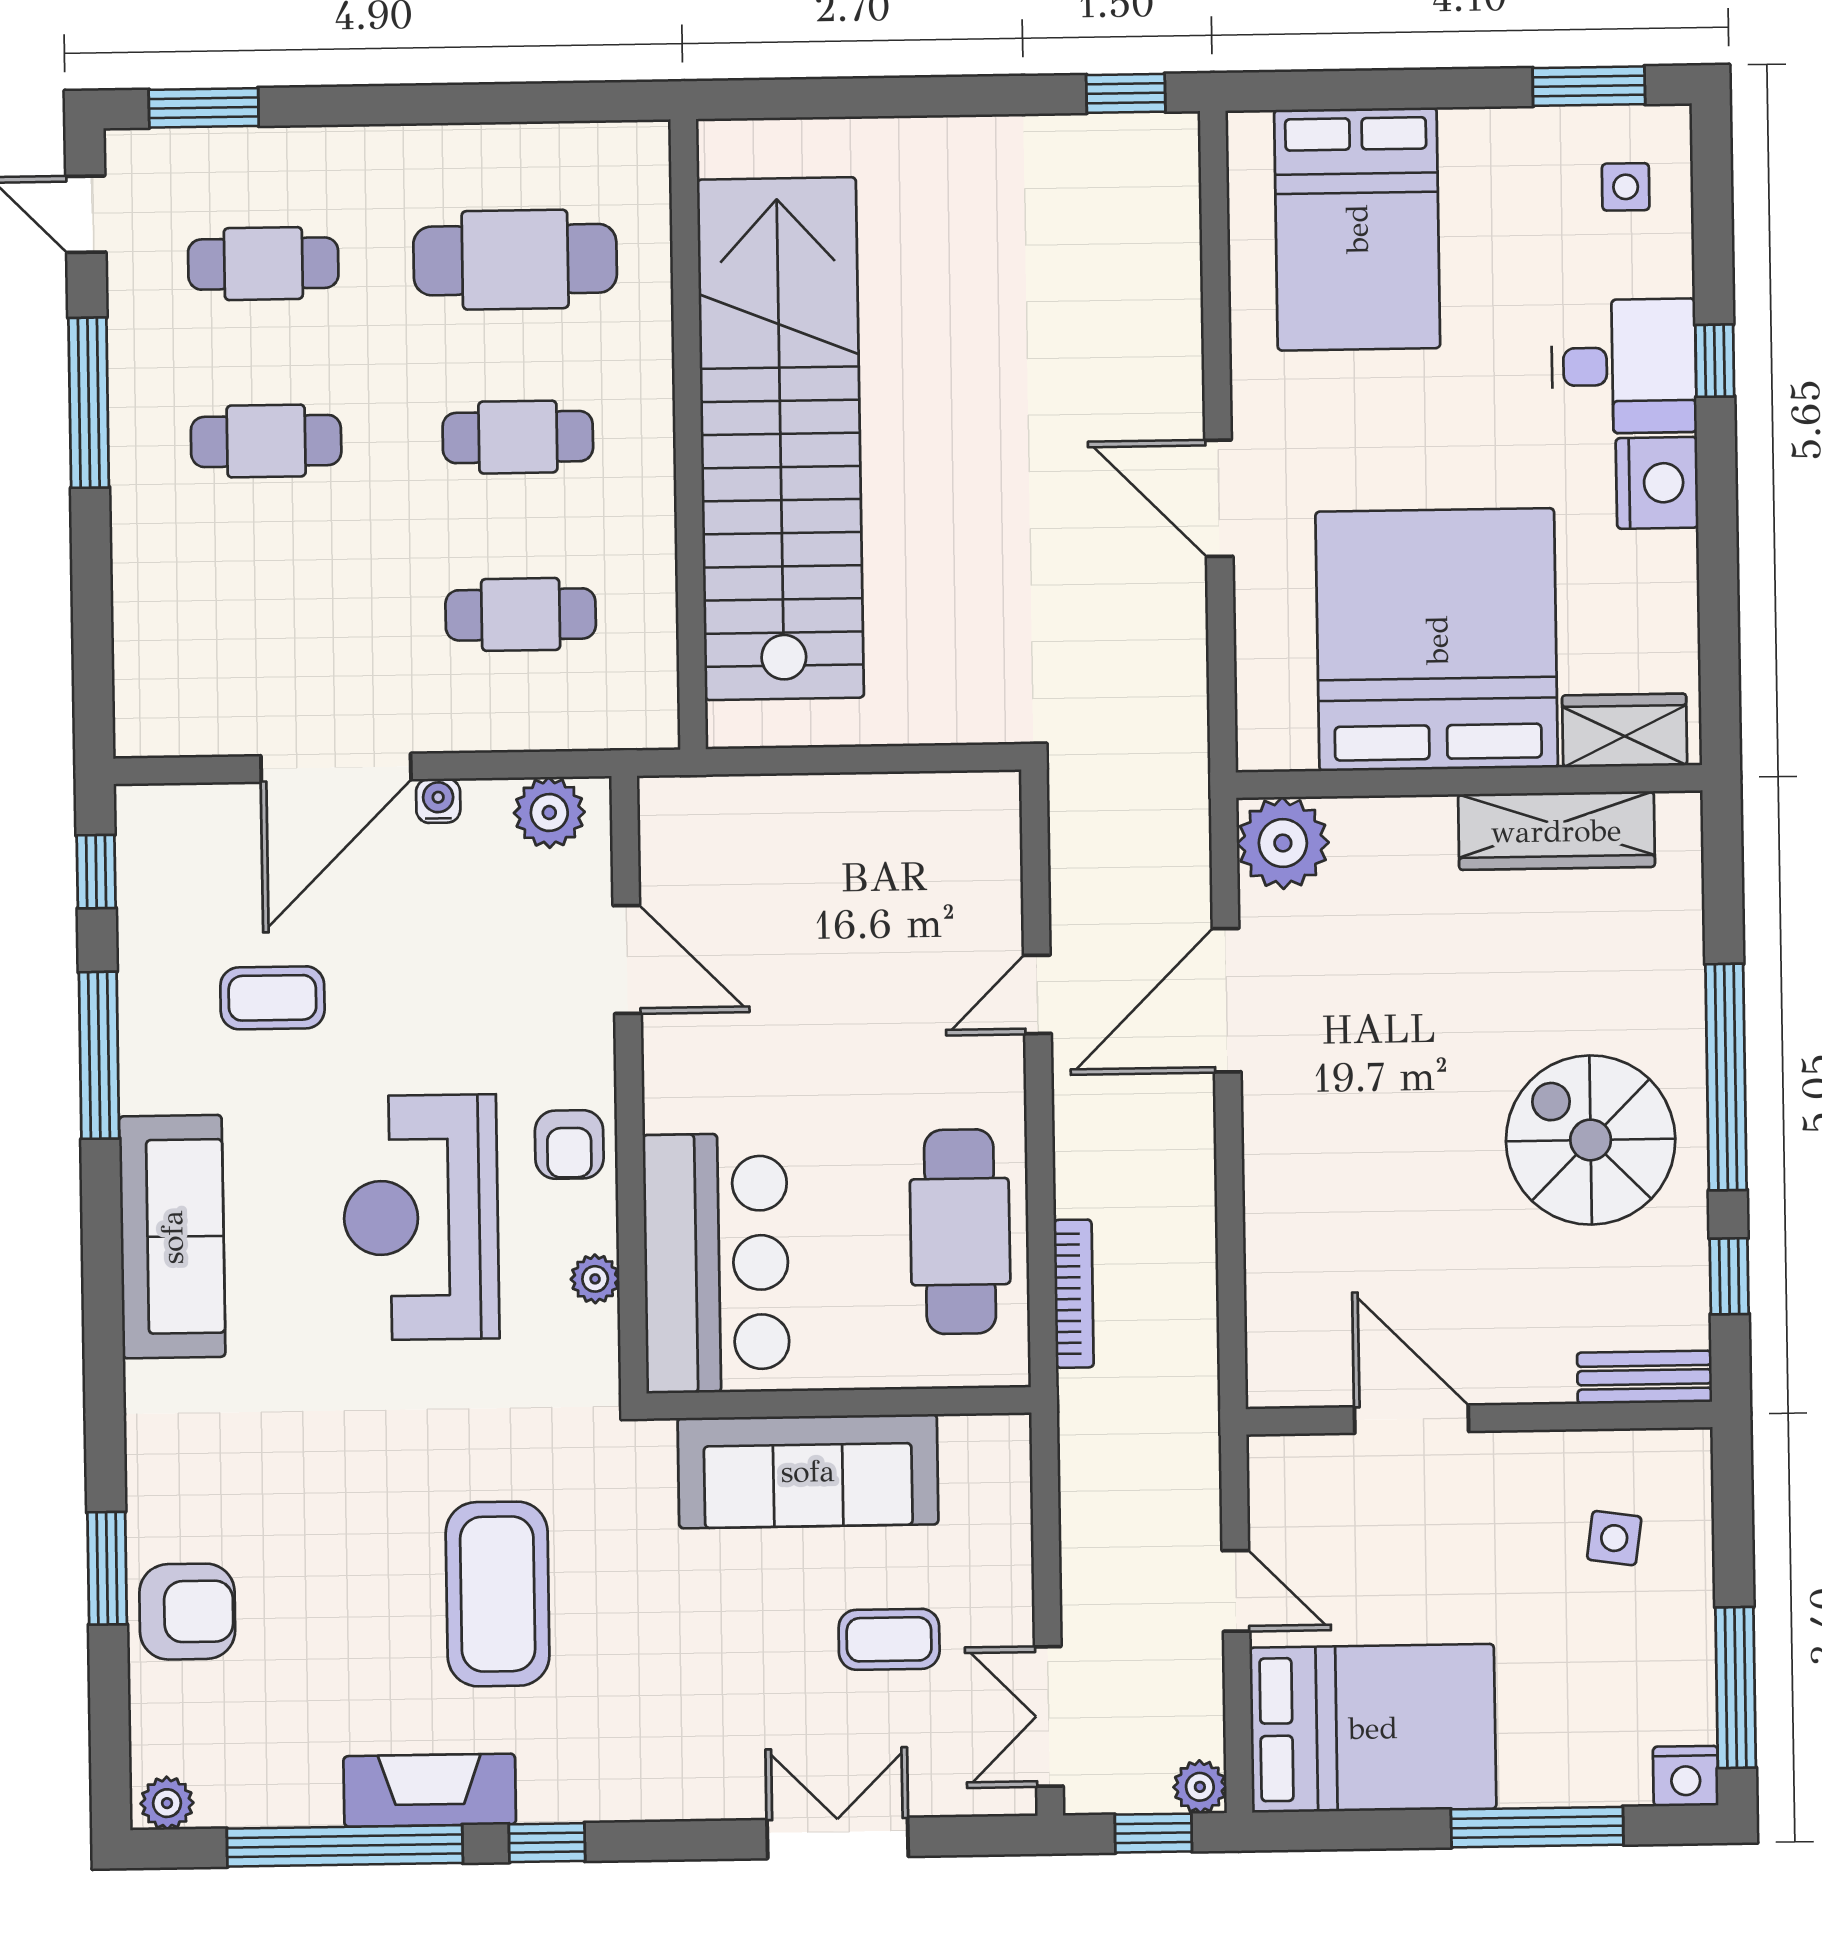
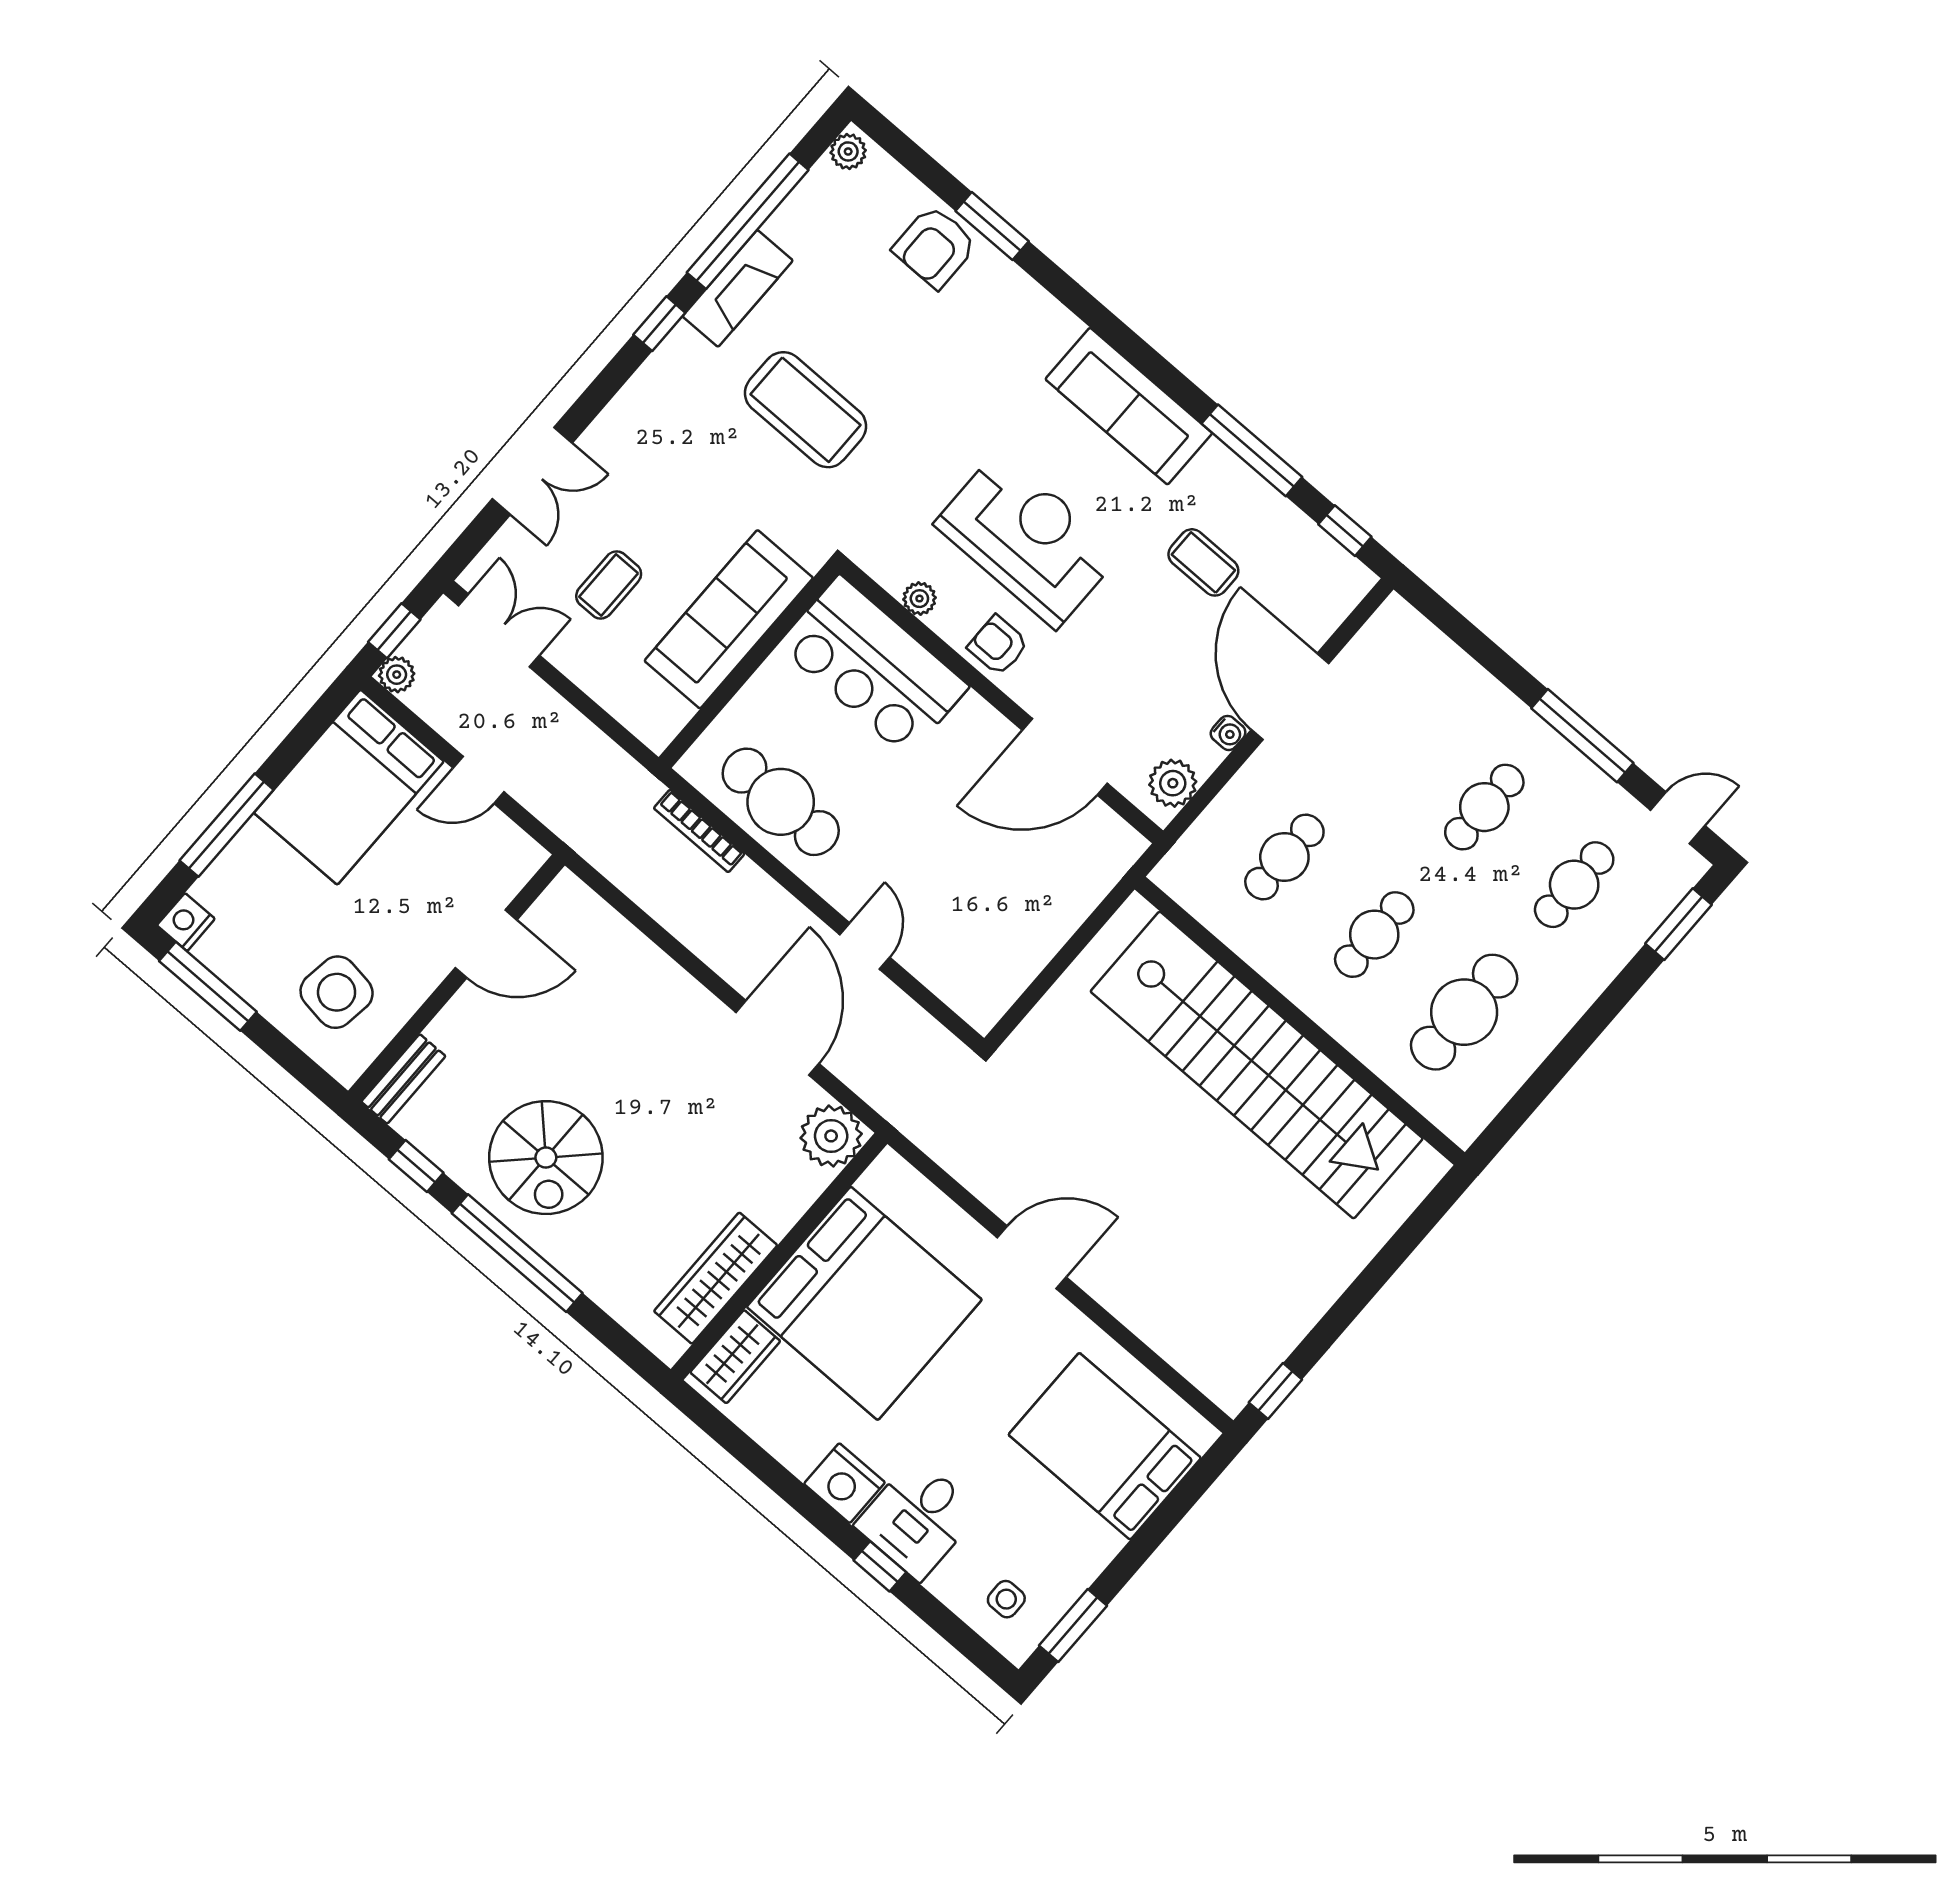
door: (627, 959) -> (1065, 757), width x1.36
coffee table: (272, 998) -> (1203, 562), turned 90
spiral stairs: (1591, 1140) -> (546, 1158), turned 90
side table: (1614, 1538) -> (337, 992), width x1.87, depth x1.87

